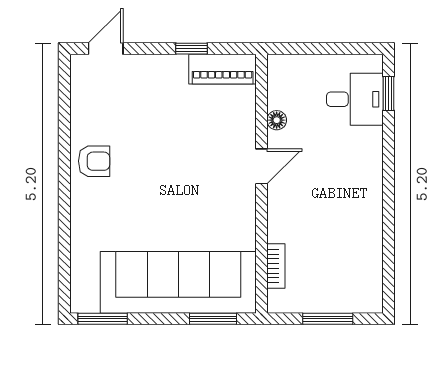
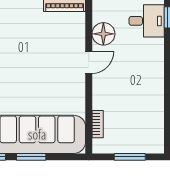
floor lamp: (277, 120) -> (103, 34), width x1.89, depth x1.89
window: (213, 319) -> (31, 157), moved

